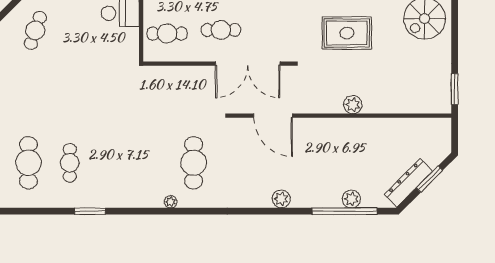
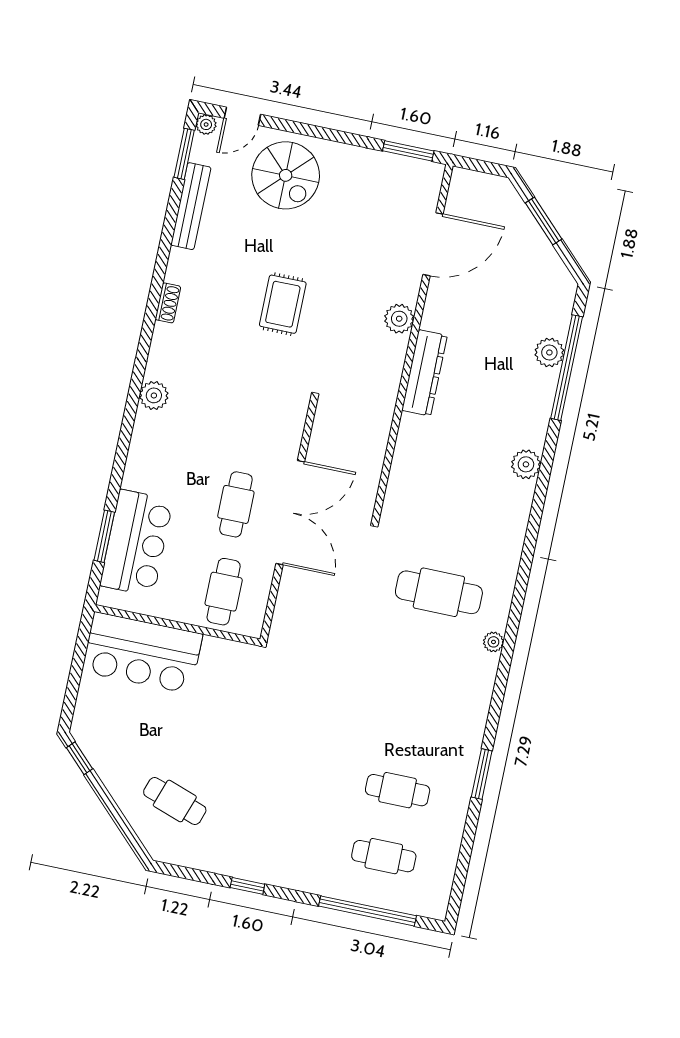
rug: (347, 33) -> (283, 304), width x0.73, depth x0.70
double door: (248, 64) -> (290, 513), moved
door: (273, 116) -> (433, 244), moved
cafe table: (28, 163) -> (384, 856), width x0.73, depth x0.74
dresser: (408, 183) -> (424, 373), moved, turned -135

